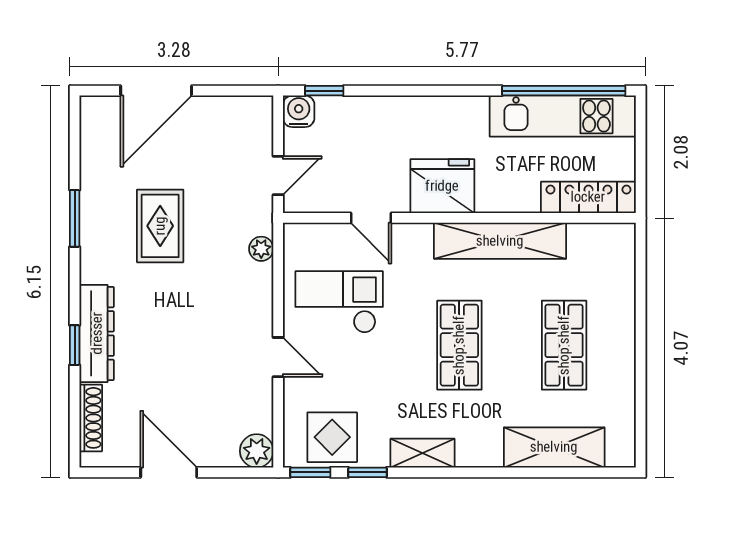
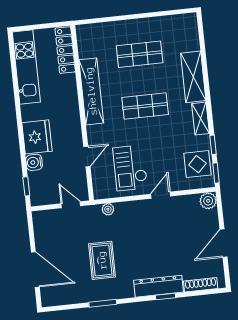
window: (564, 91) -> (14, 68), removed
water cooler: (299, 111) -> (34, 162), moved
fridge: (442, 186) -> (37, 137), moved, turned 180
rug: (160, 226) -> (102, 260), turned 90
shelving: (554, 447) -> (193, 77), moved

